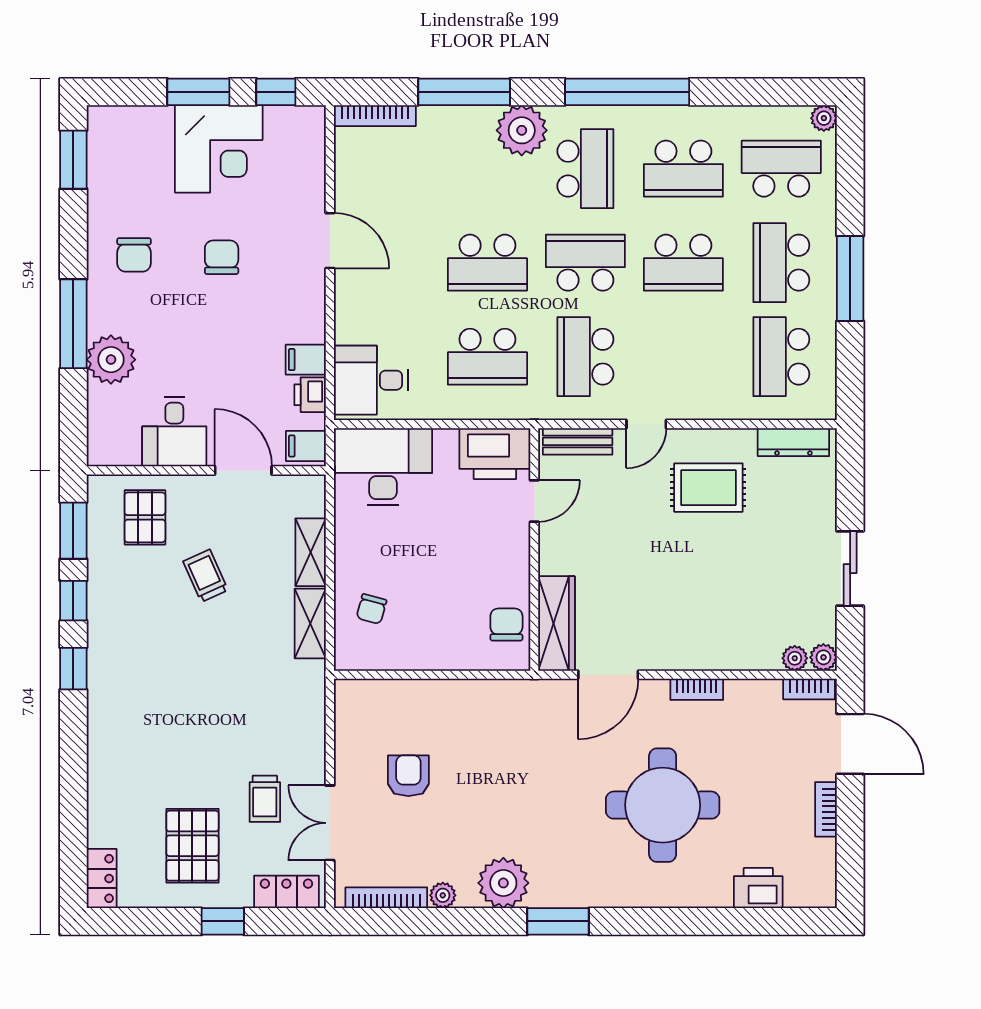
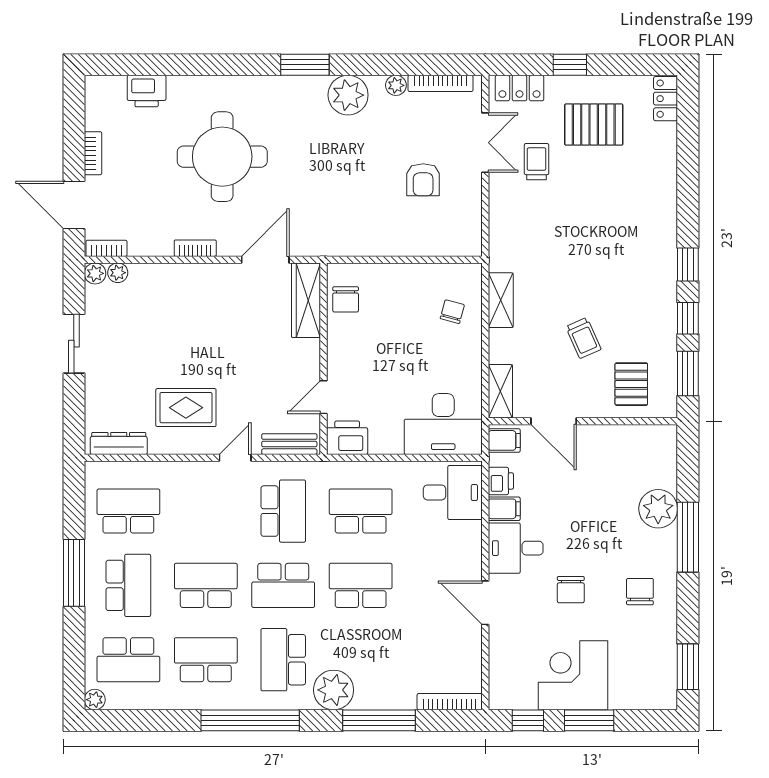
school desk: (781, 357) -> (128, 511), turned -90
desk: (174, 432) -> (516, 548), moved, turned -90
printer: (495, 454) -> (347, 438), width x0.73, depth x0.84
shelving: (311, 552) -> (500, 391), moved
pallet: (192, 846) -> (594, 125), turned 90

